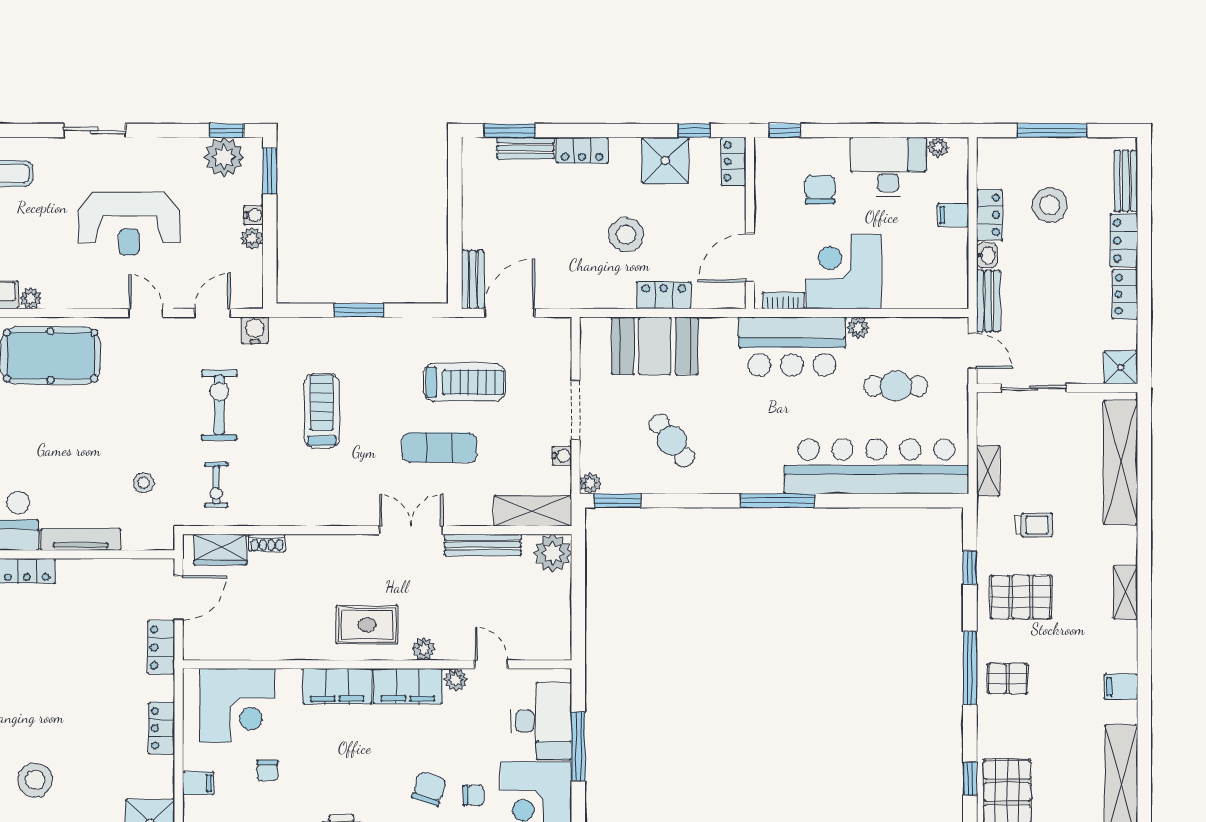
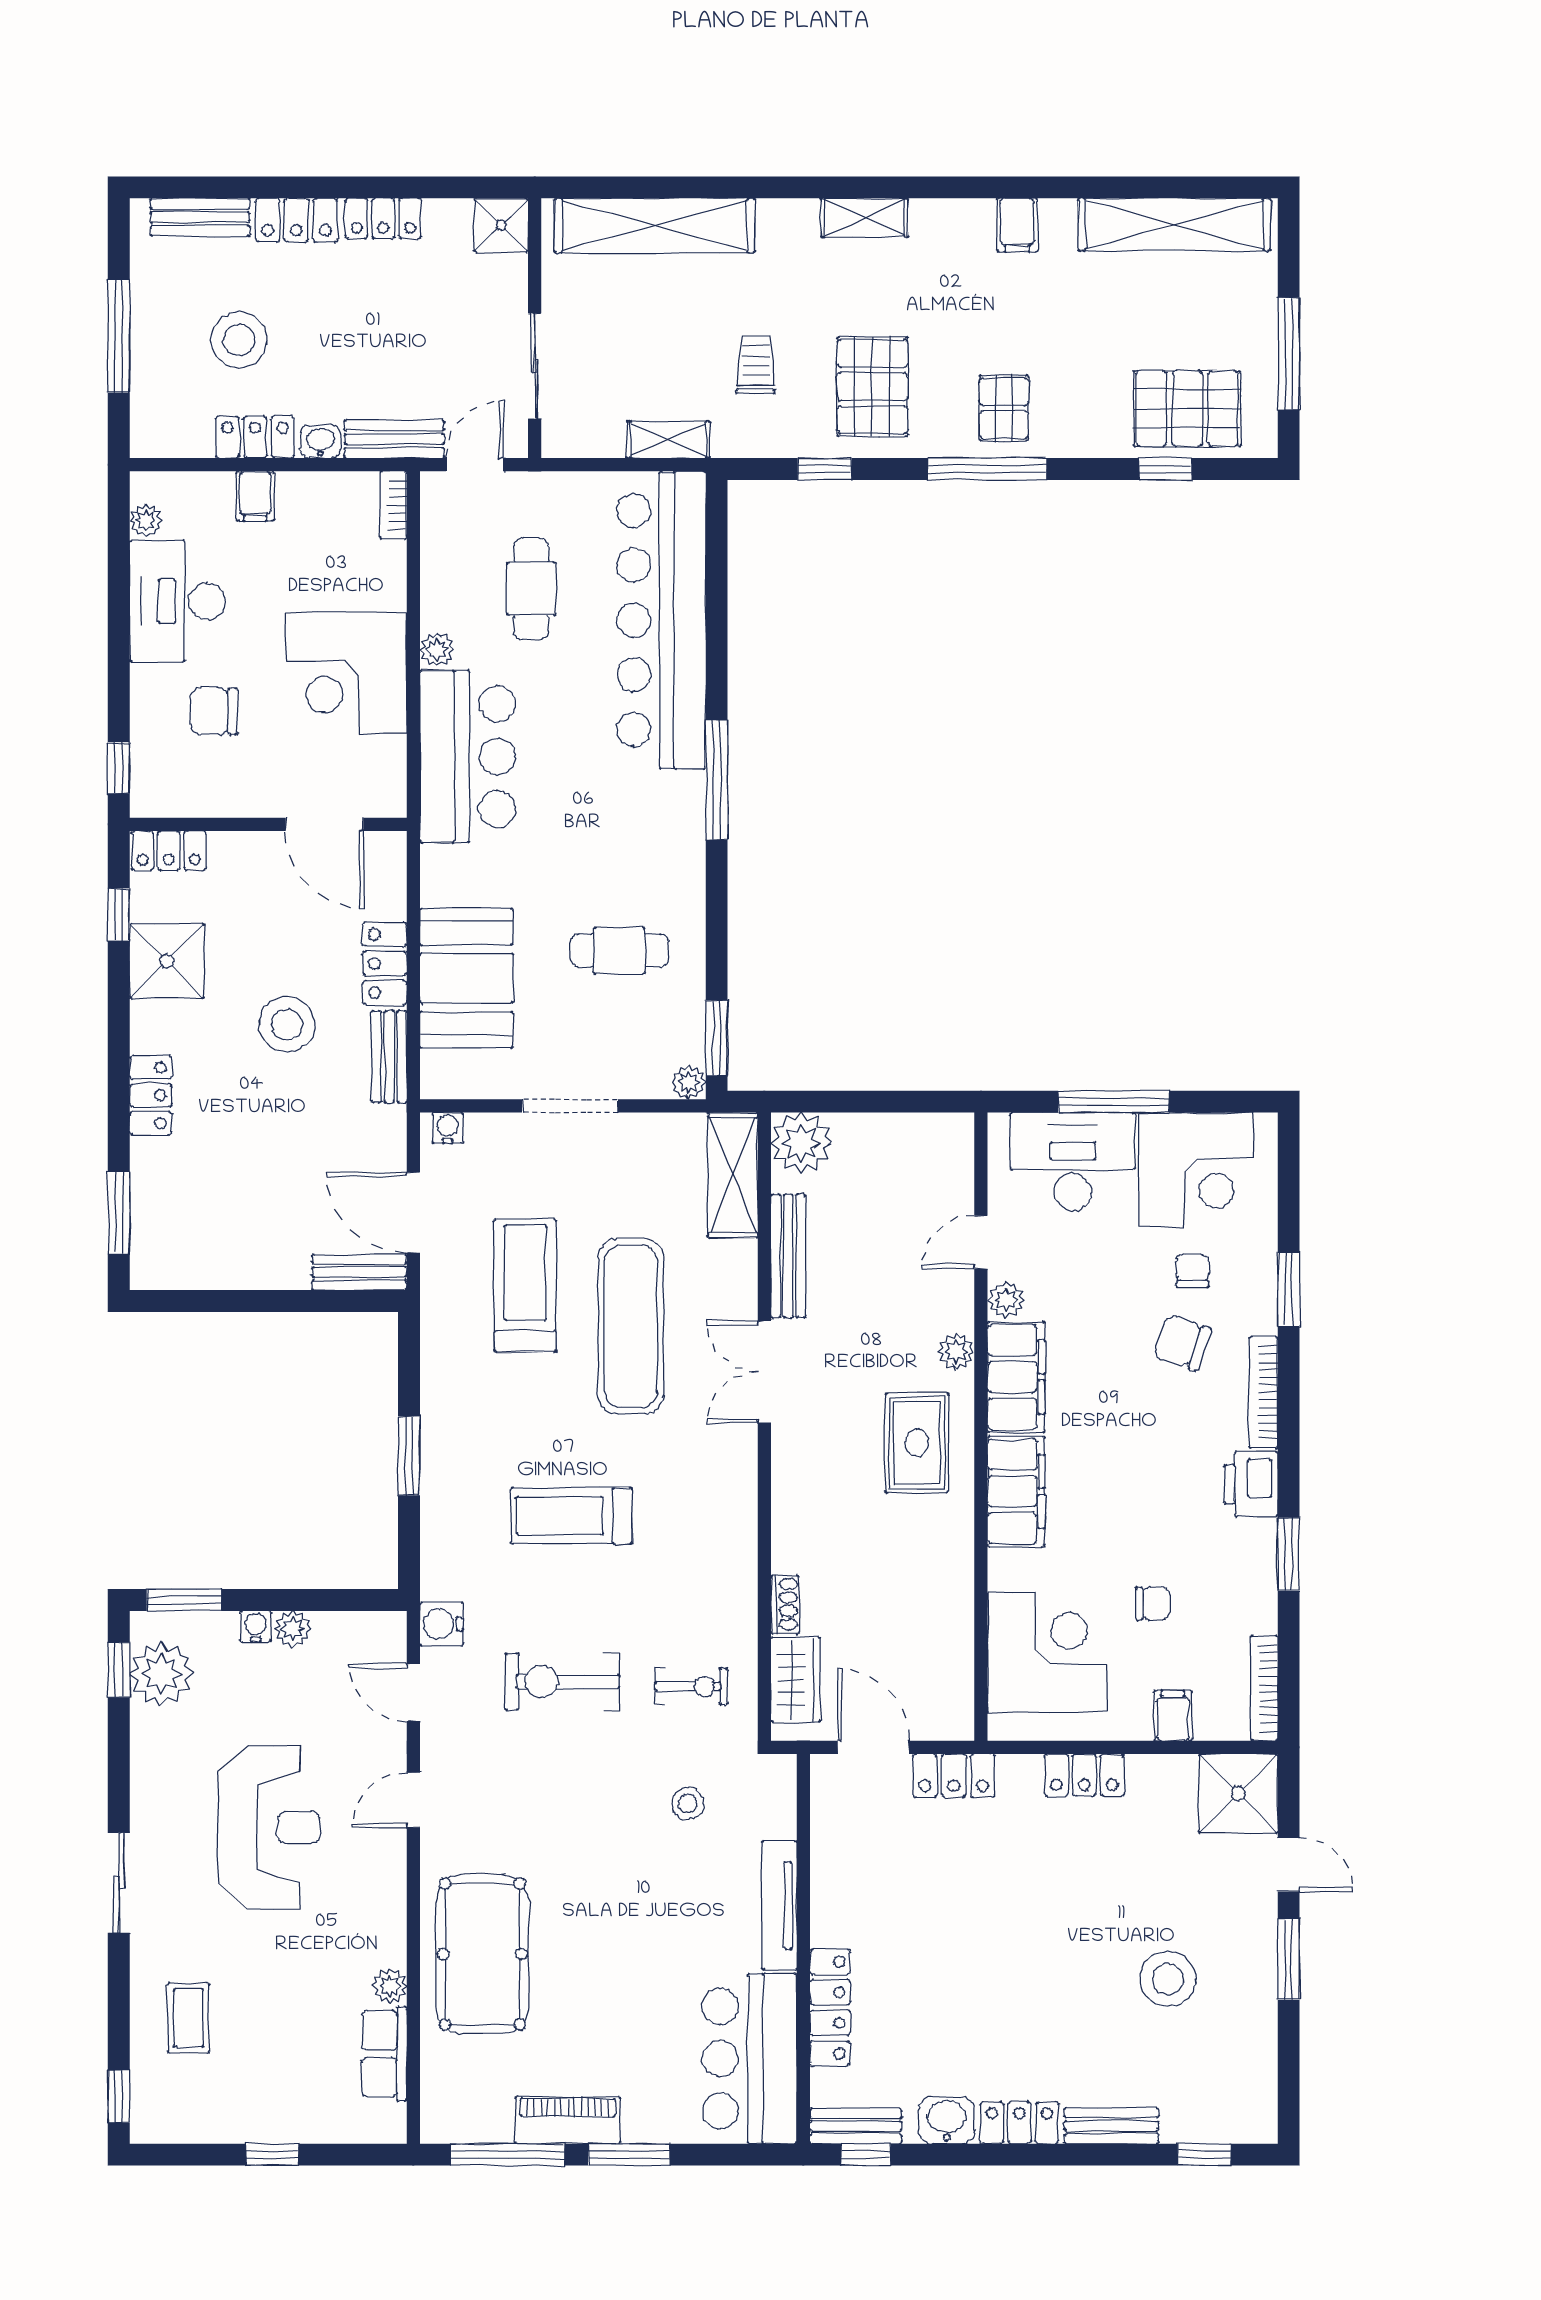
bench: (526, 148) -> (389, 1057), moved
bookcase: (783, 300) -> (393, 505), moved
cafe table: (672, 440) -> (619, 950), turned 37
exercise mat: (439, 448) -> (631, 1326), width x1.36, depth x1.45
water cooler: (562, 456) -> (448, 1128), moved

